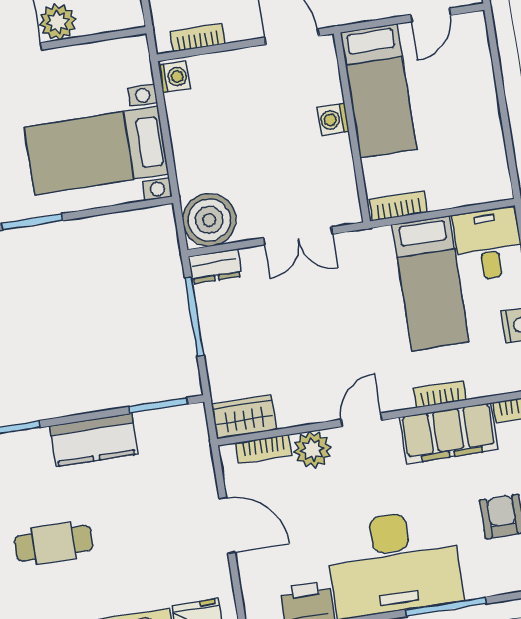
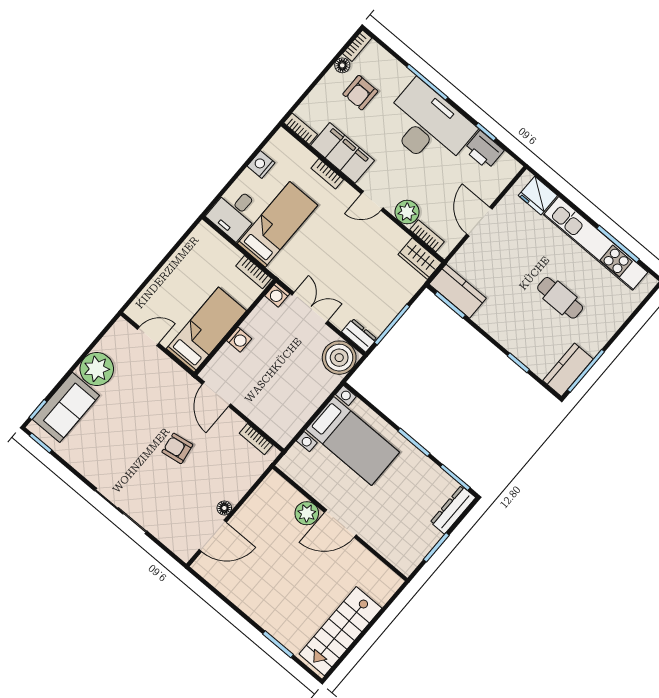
washing machine: (174, 77) -> (277, 295), moved, turned -90
kitchen counter: (94, 440) -> (458, 291), moved

